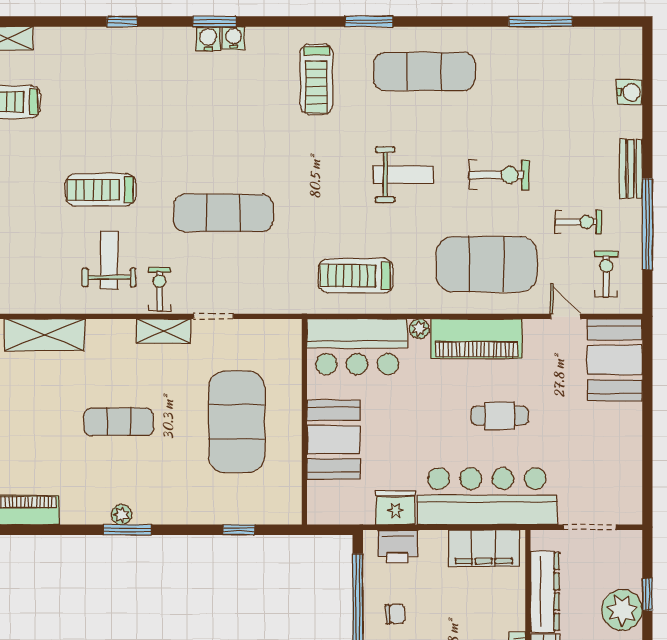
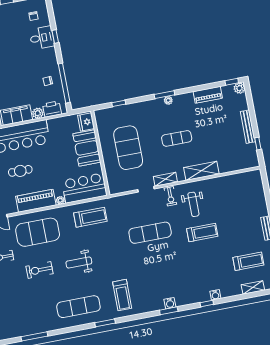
water cooler: (234, 38) -> (215, 295), moved
treadmill: (316, 79) -> (122, 295), turned 180
shelving: (44, 335) -> (201, 171), moved
fridge: (395, 508) -> (86, 122), moved, turned 90
plant: (433, 543) -> (38, 113), added

